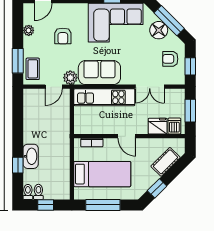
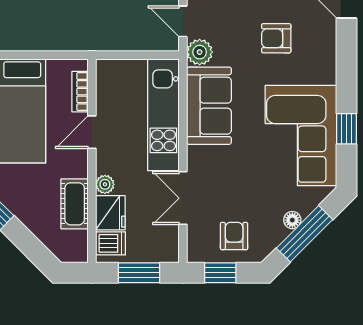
floor lamp: (159, 30) -> (292, 220), width x0.53, depth x0.53
plant: (142, 129) -> (105, 184), added
door: (127, 136) -> (92, 132), moved
cot: (165, 162) -> (75, 204), moved, turned 45

